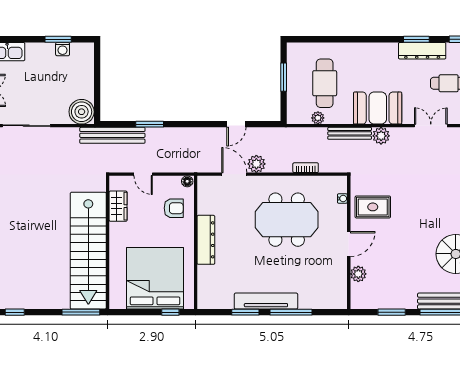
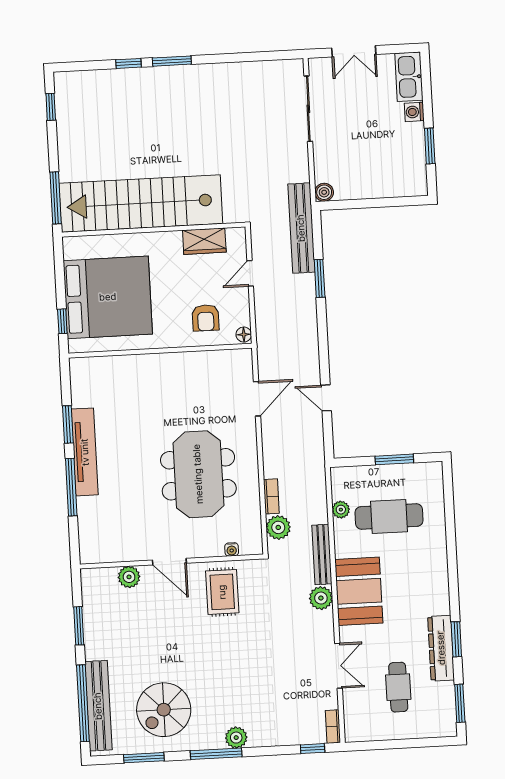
washing machine: (63, 49) -> (414, 112), moved
boiler: (82, 112) -> (324, 192), width x0.54, depth x0.54
plant: (256, 164) -> (278, 527), moved
dresser: (206, 240) -> (165, 365), removed

